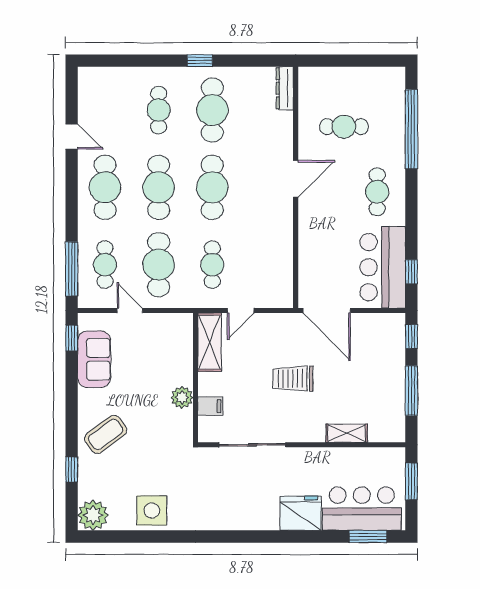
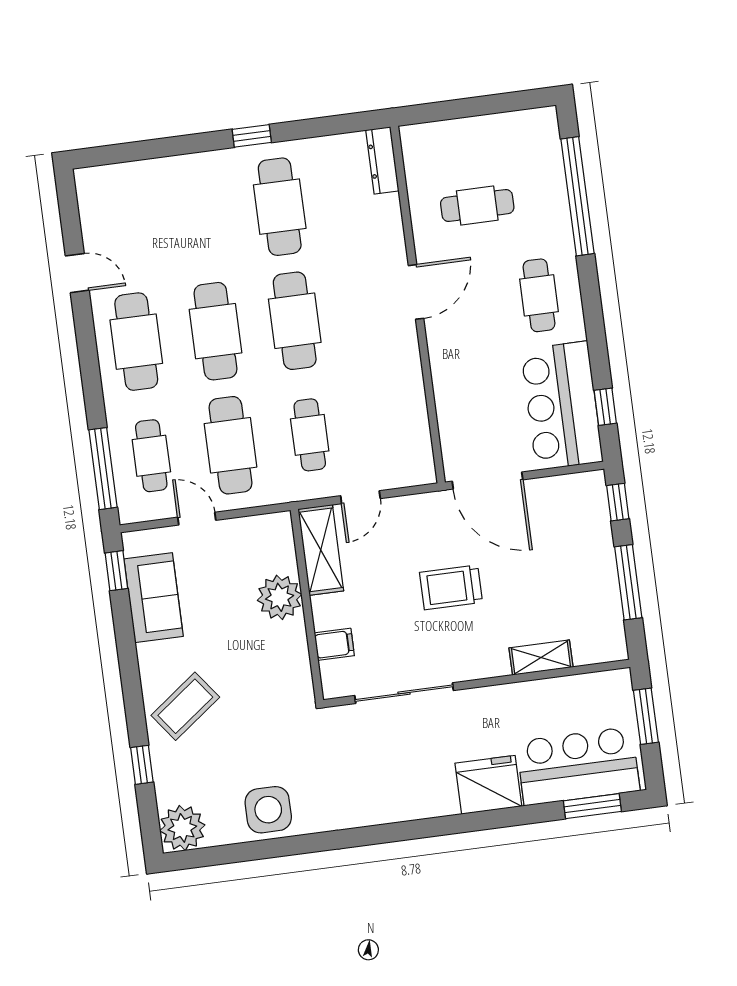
cafe table: (159, 110) -> (200, 217), removed
plant: (182, 397) -> (280, 597), moved, width x1.36, depth x1.36

